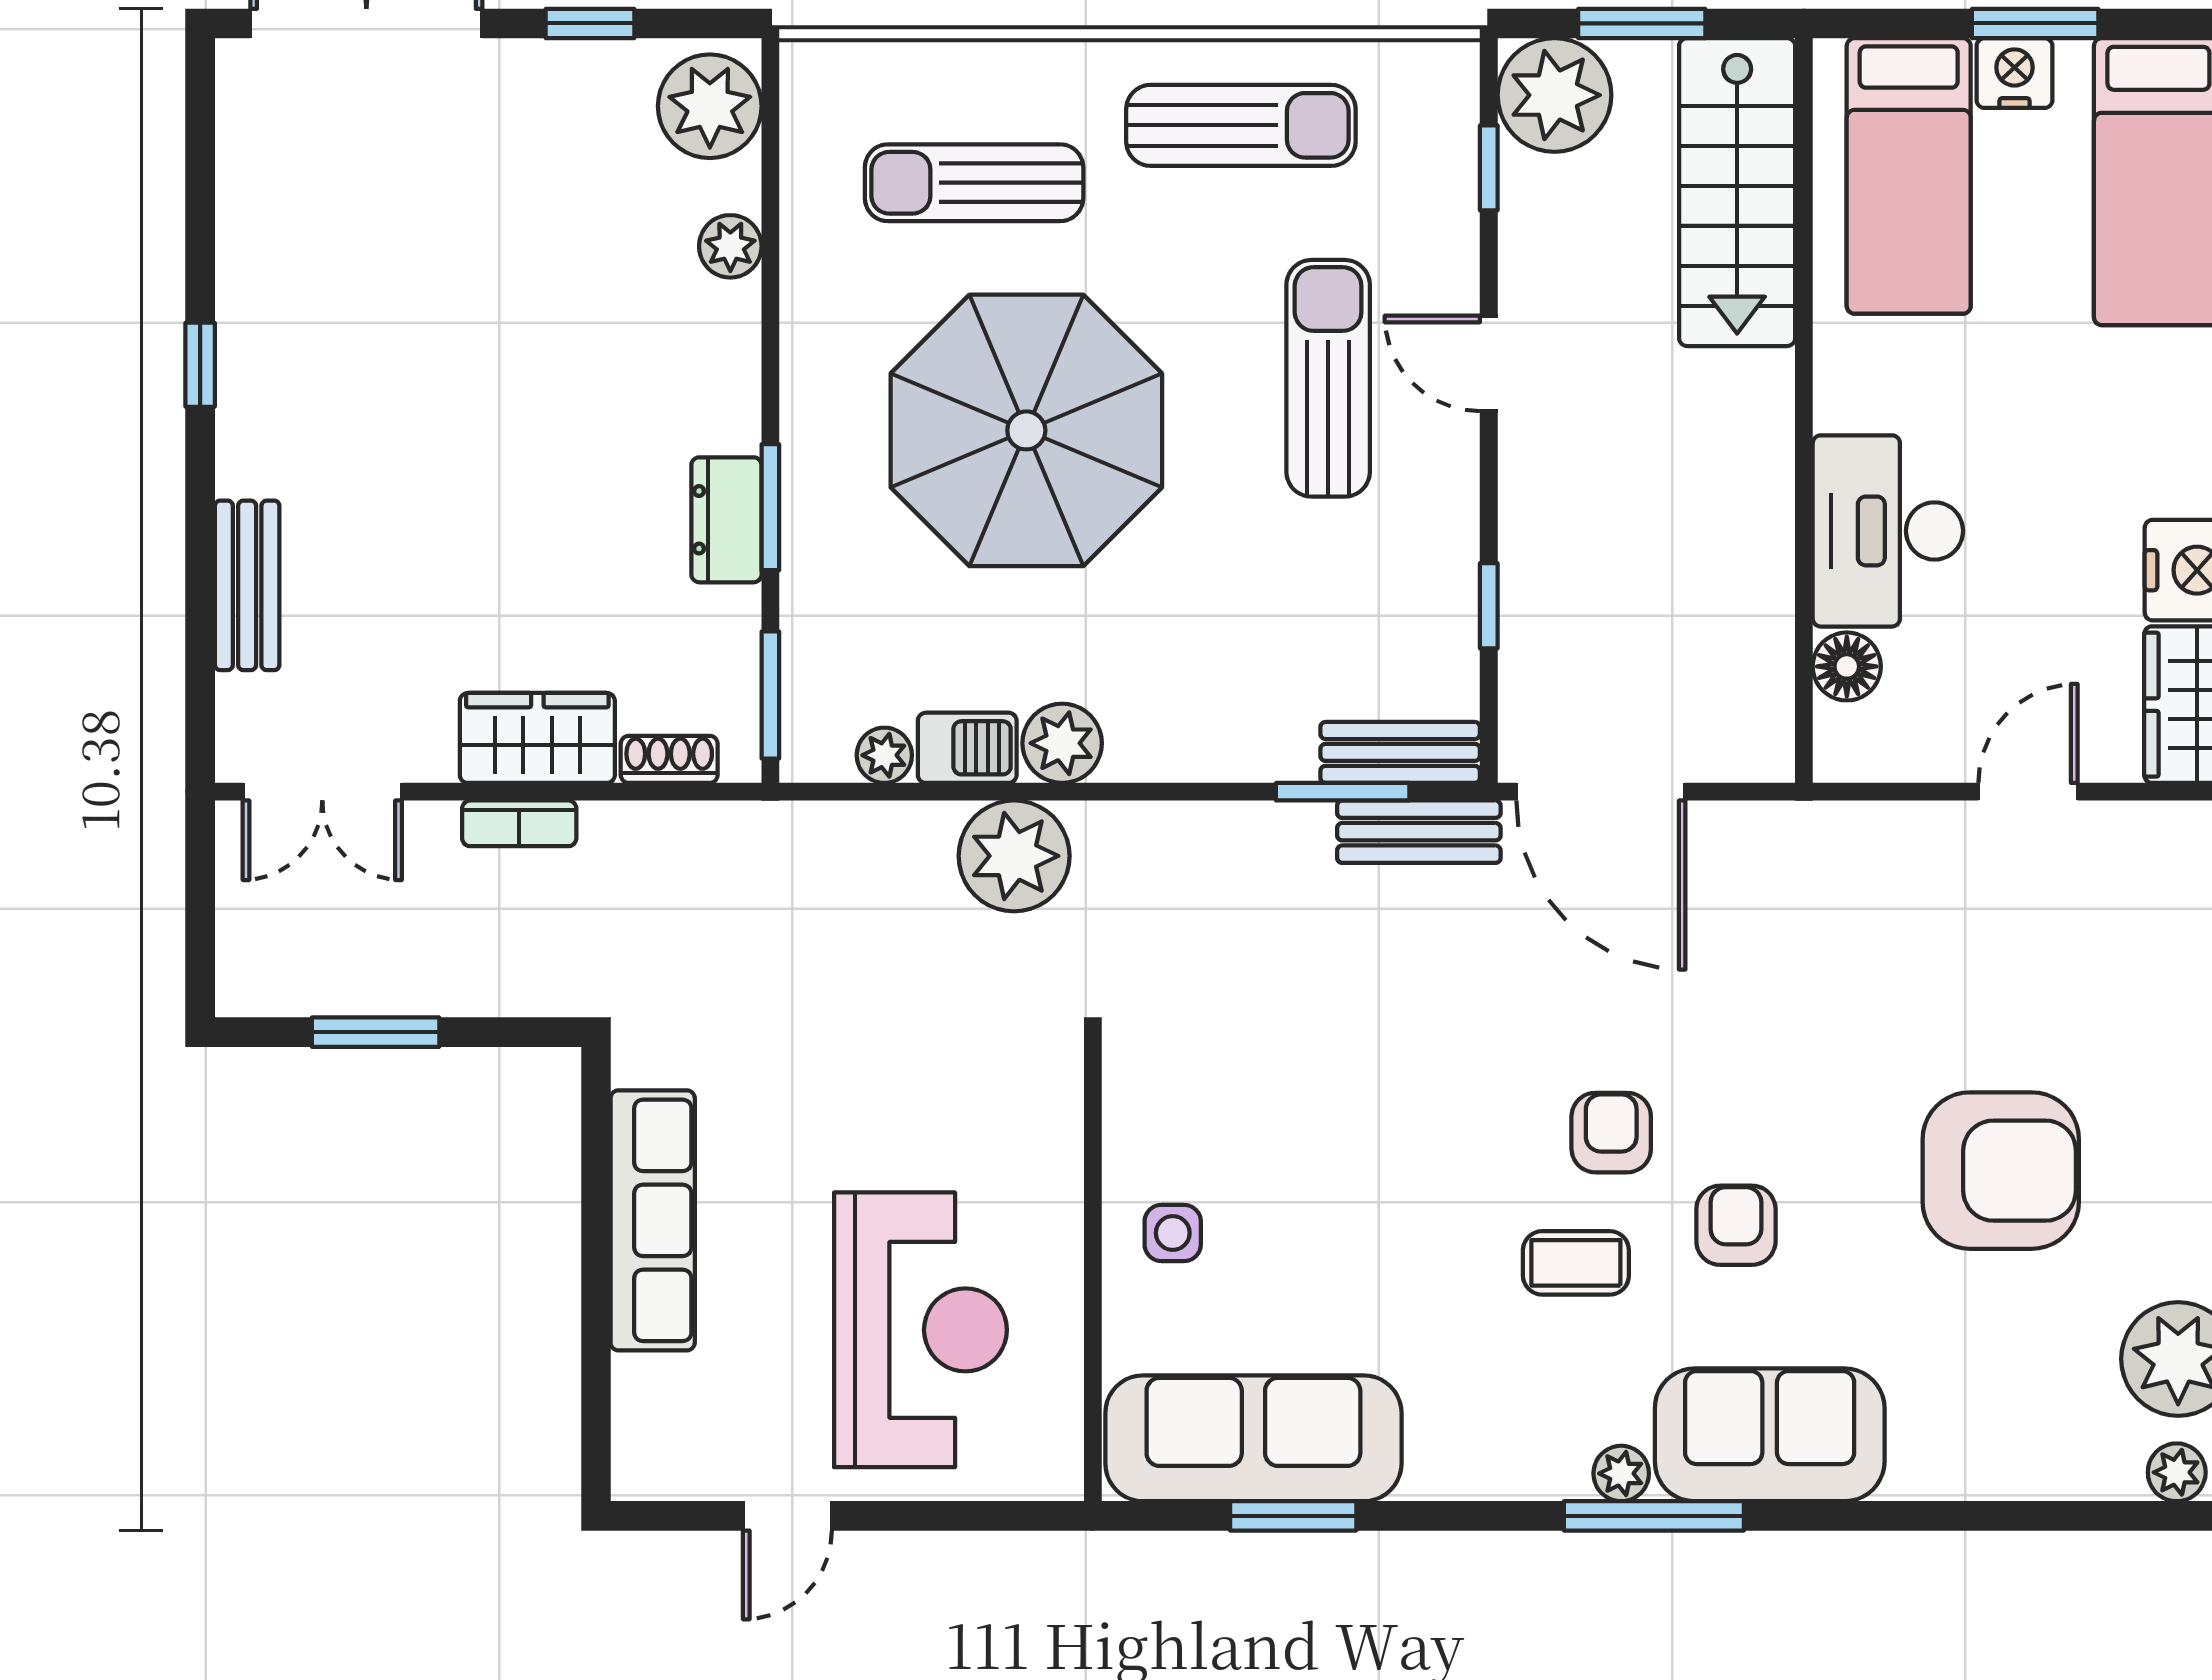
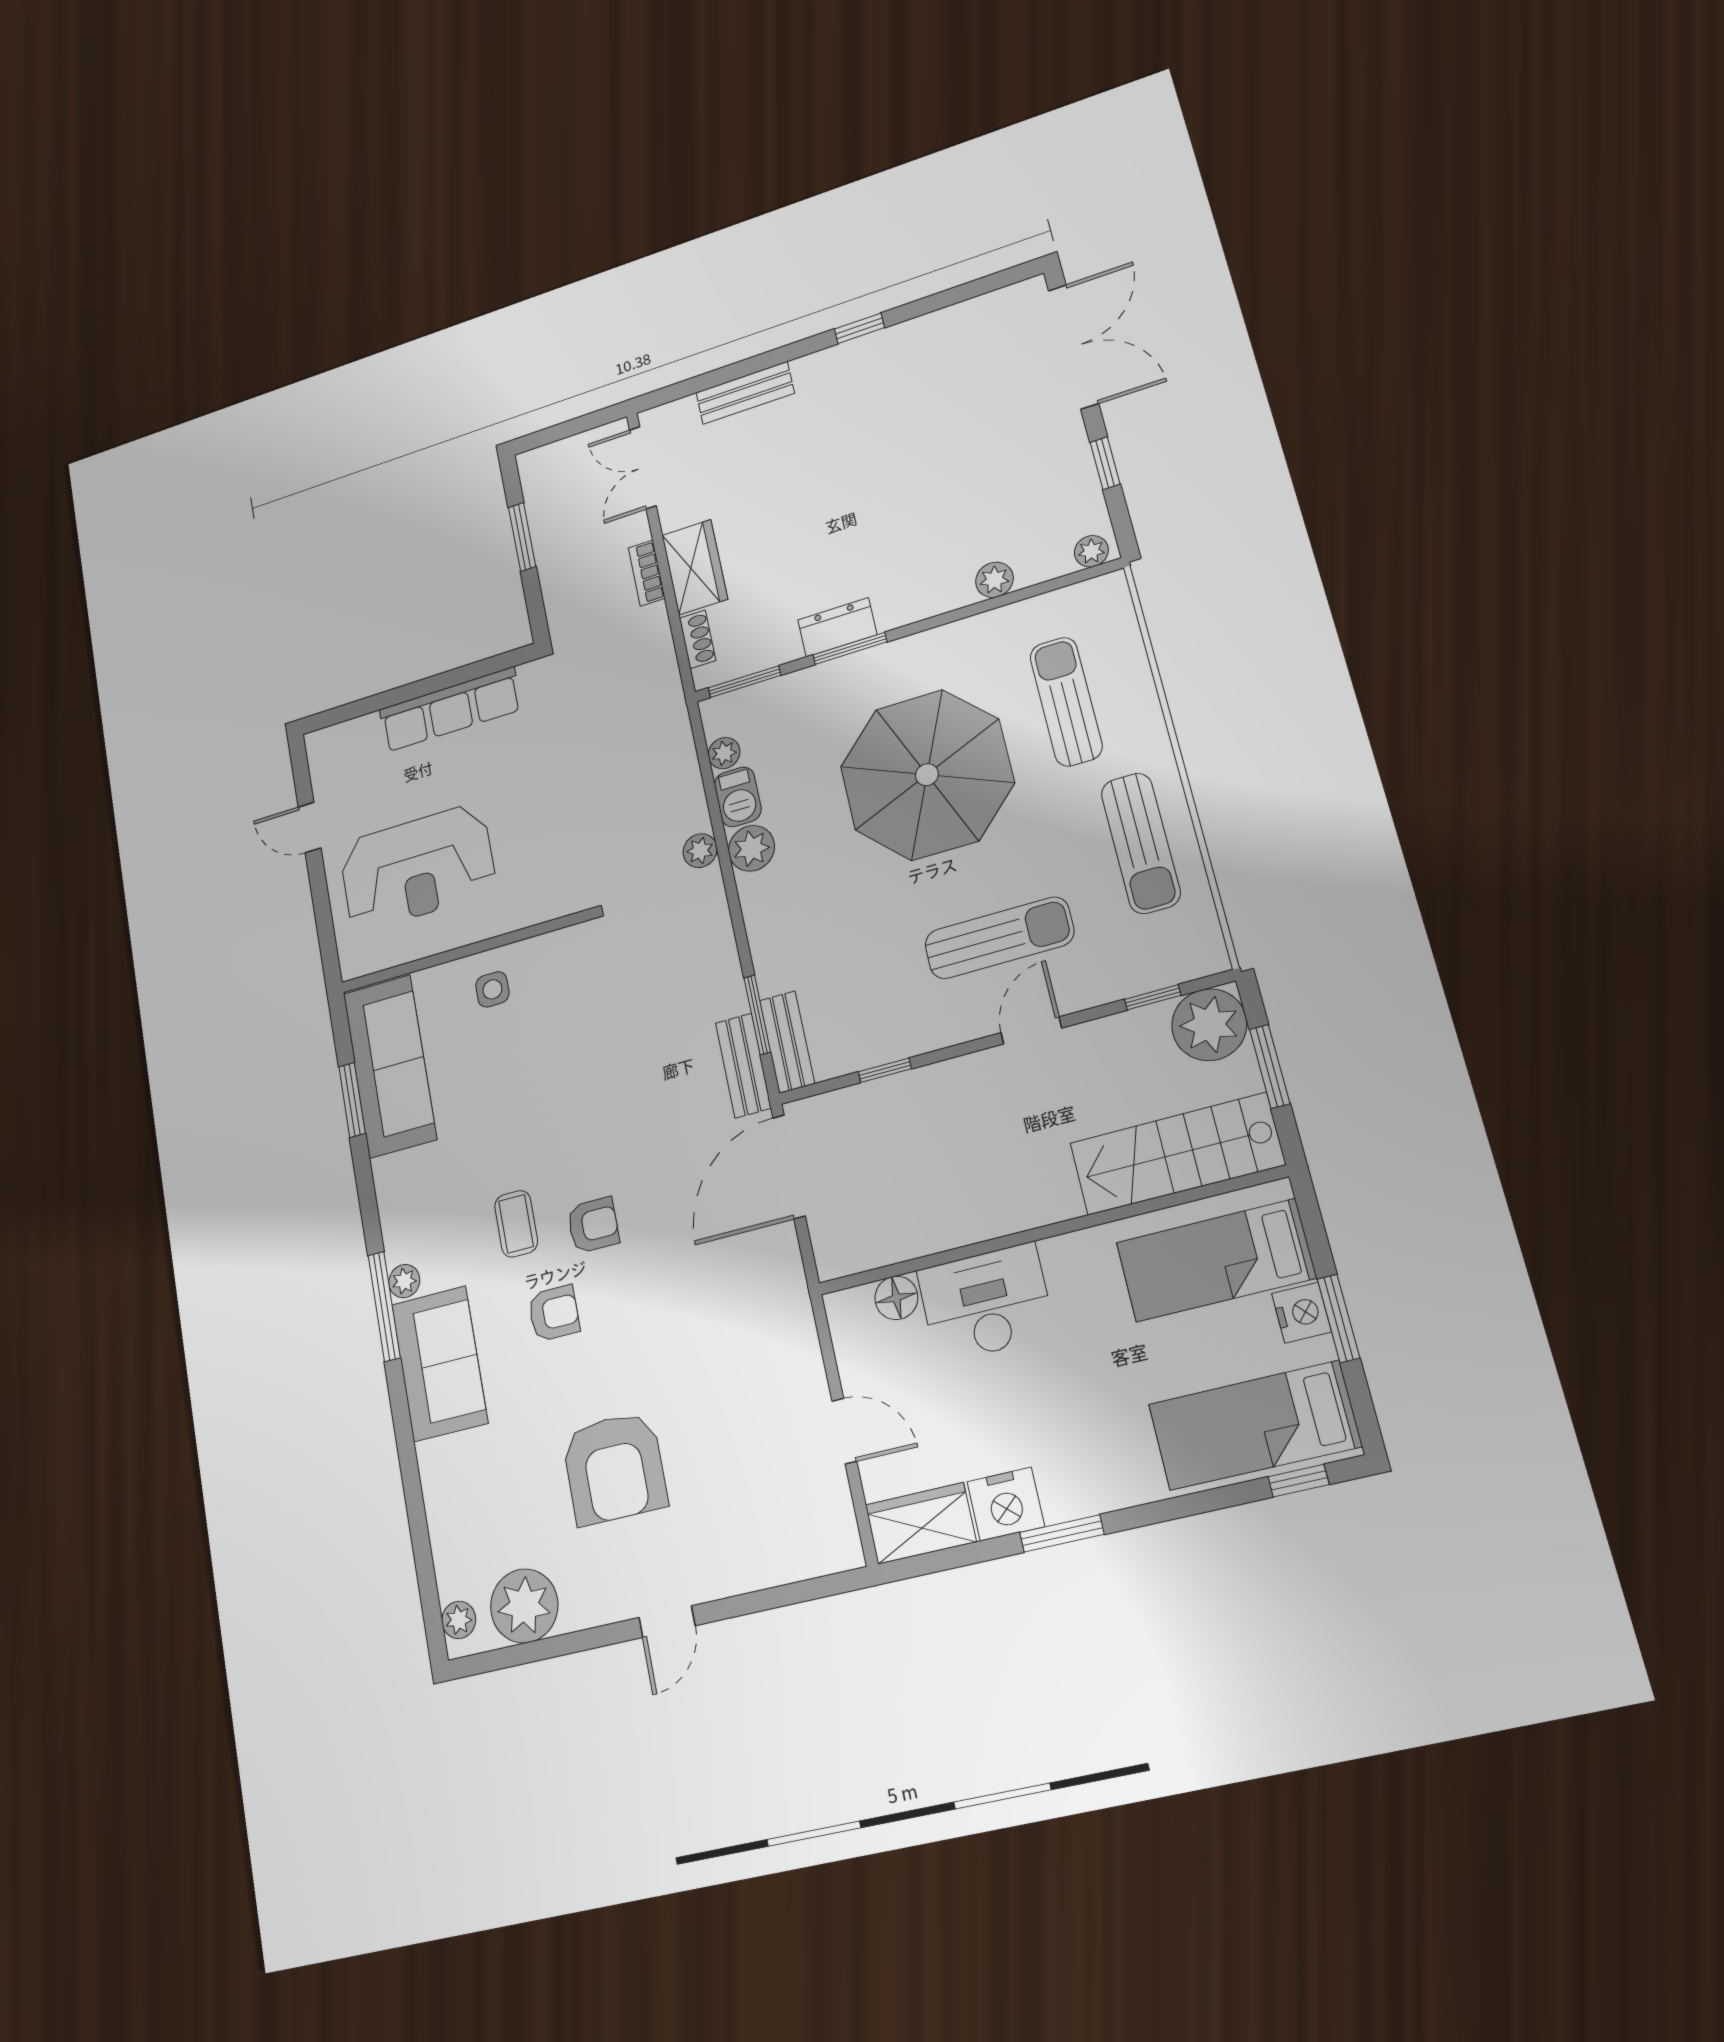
plant: (710, 106) -> (1091, 551), width x0.53, depth x0.53
plant: (1014, 856) -> (700, 851), width x0.53, depth x0.53

